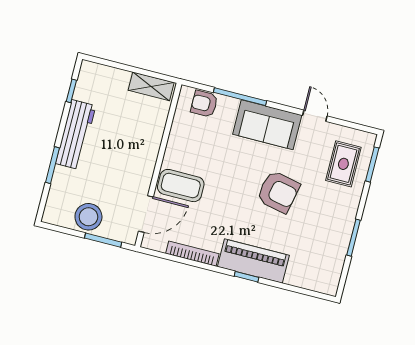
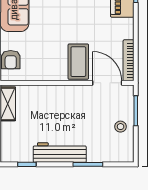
stool: (88, 217) -> (121, 127), width x0.53, depth x0.53
bookcase: (192, 254) -> (128, 60), moved

